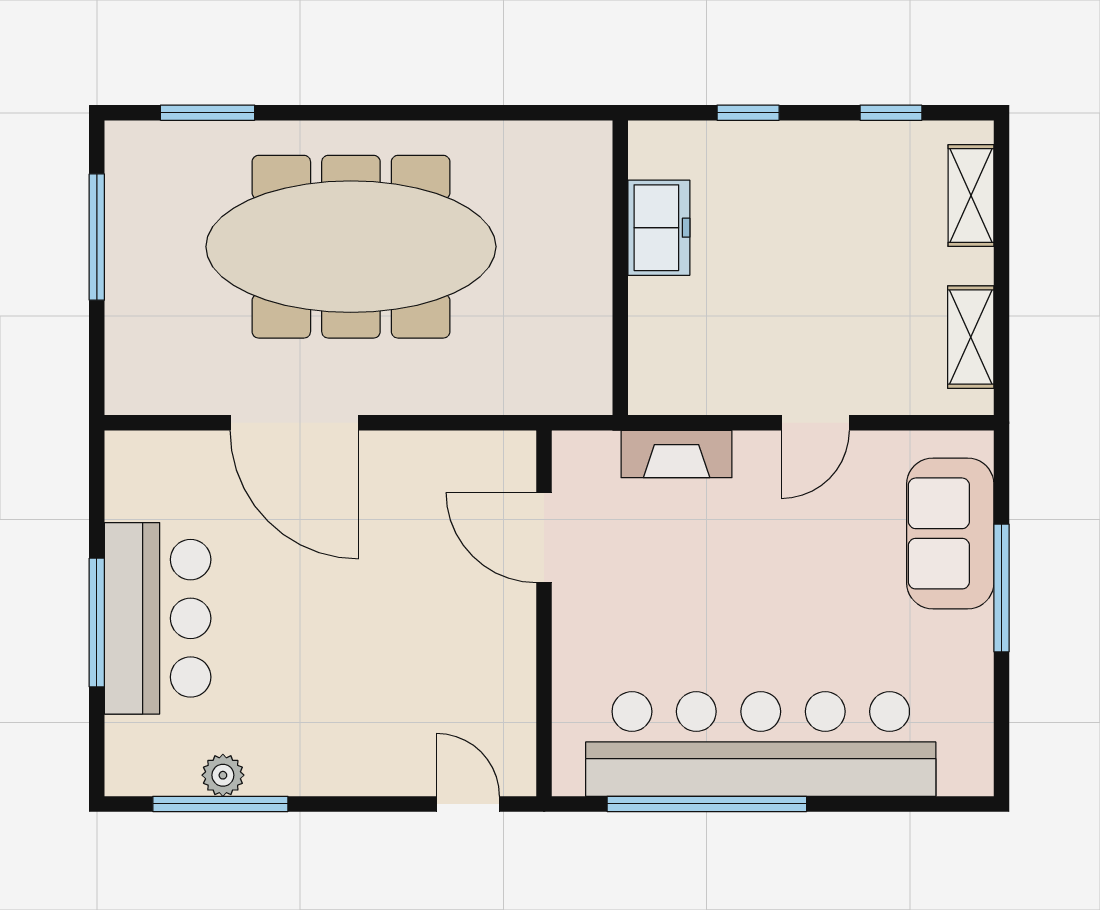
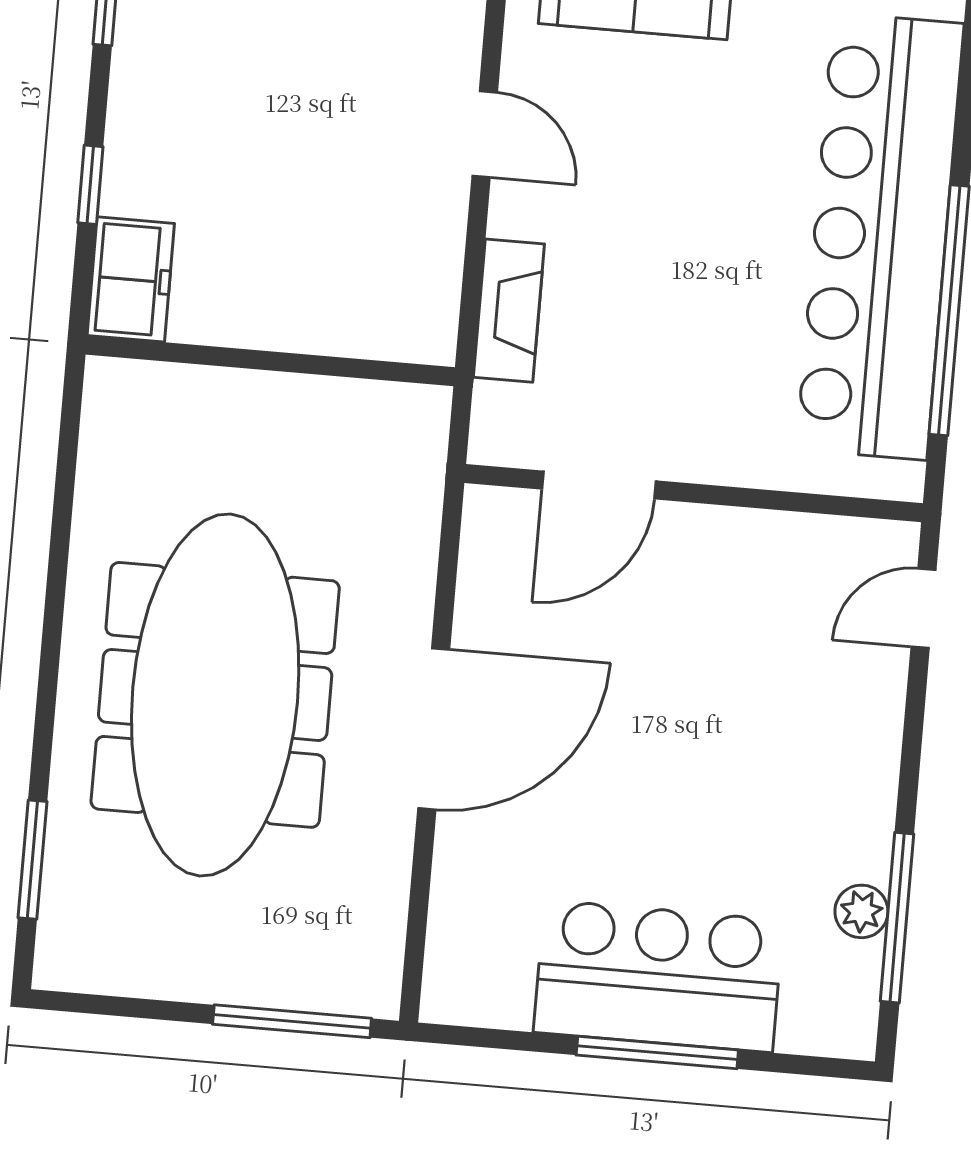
freezer: (659, 228) -> (131, 279), moved, turned 90
window: (97, 237) -> (292, 1021), moved
door: (294, 423) -> (434, 729), moved

